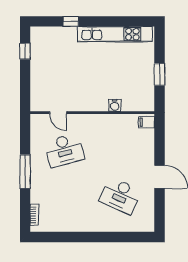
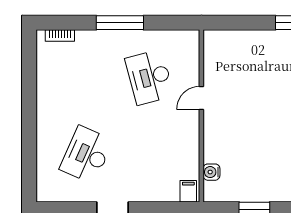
water cooler: (115, 105) -> (211, 172), moved
door: (58, 113) -> (201, 98), moved

